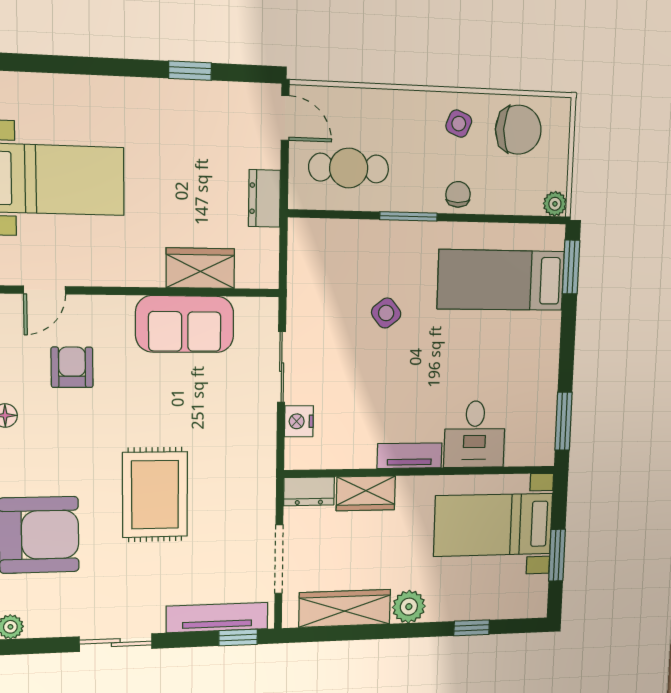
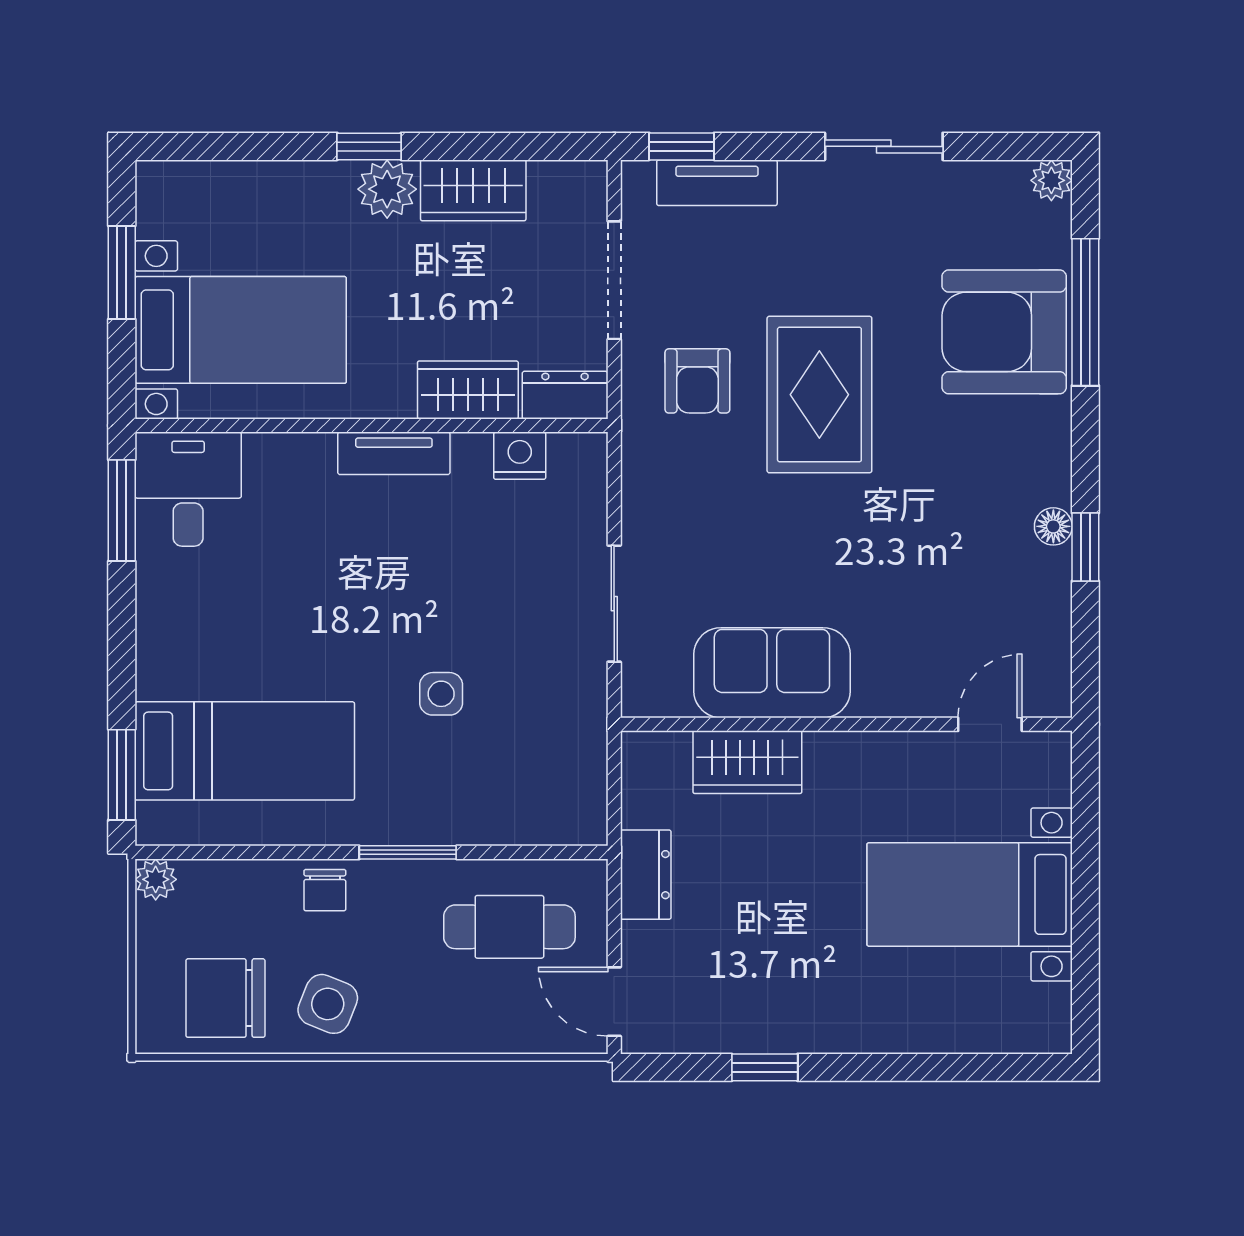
side table: (459, 124) -> (328, 1004), width x1.37, depth x1.37
side table: (386, 313) -> (441, 694), turned 38
armchair: (72, 367) -> (697, 381), moved
nightstand: (299, 421) -> (520, 456), moved, turned -90
desk: (475, 434) -> (188, 489), moved
wardrobe: (345, 608) -> (473, 190), width x0.67
tv unit: (217, 618) -> (717, 183), width x0.71
window: (472, 628) -> (369, 146), moved

